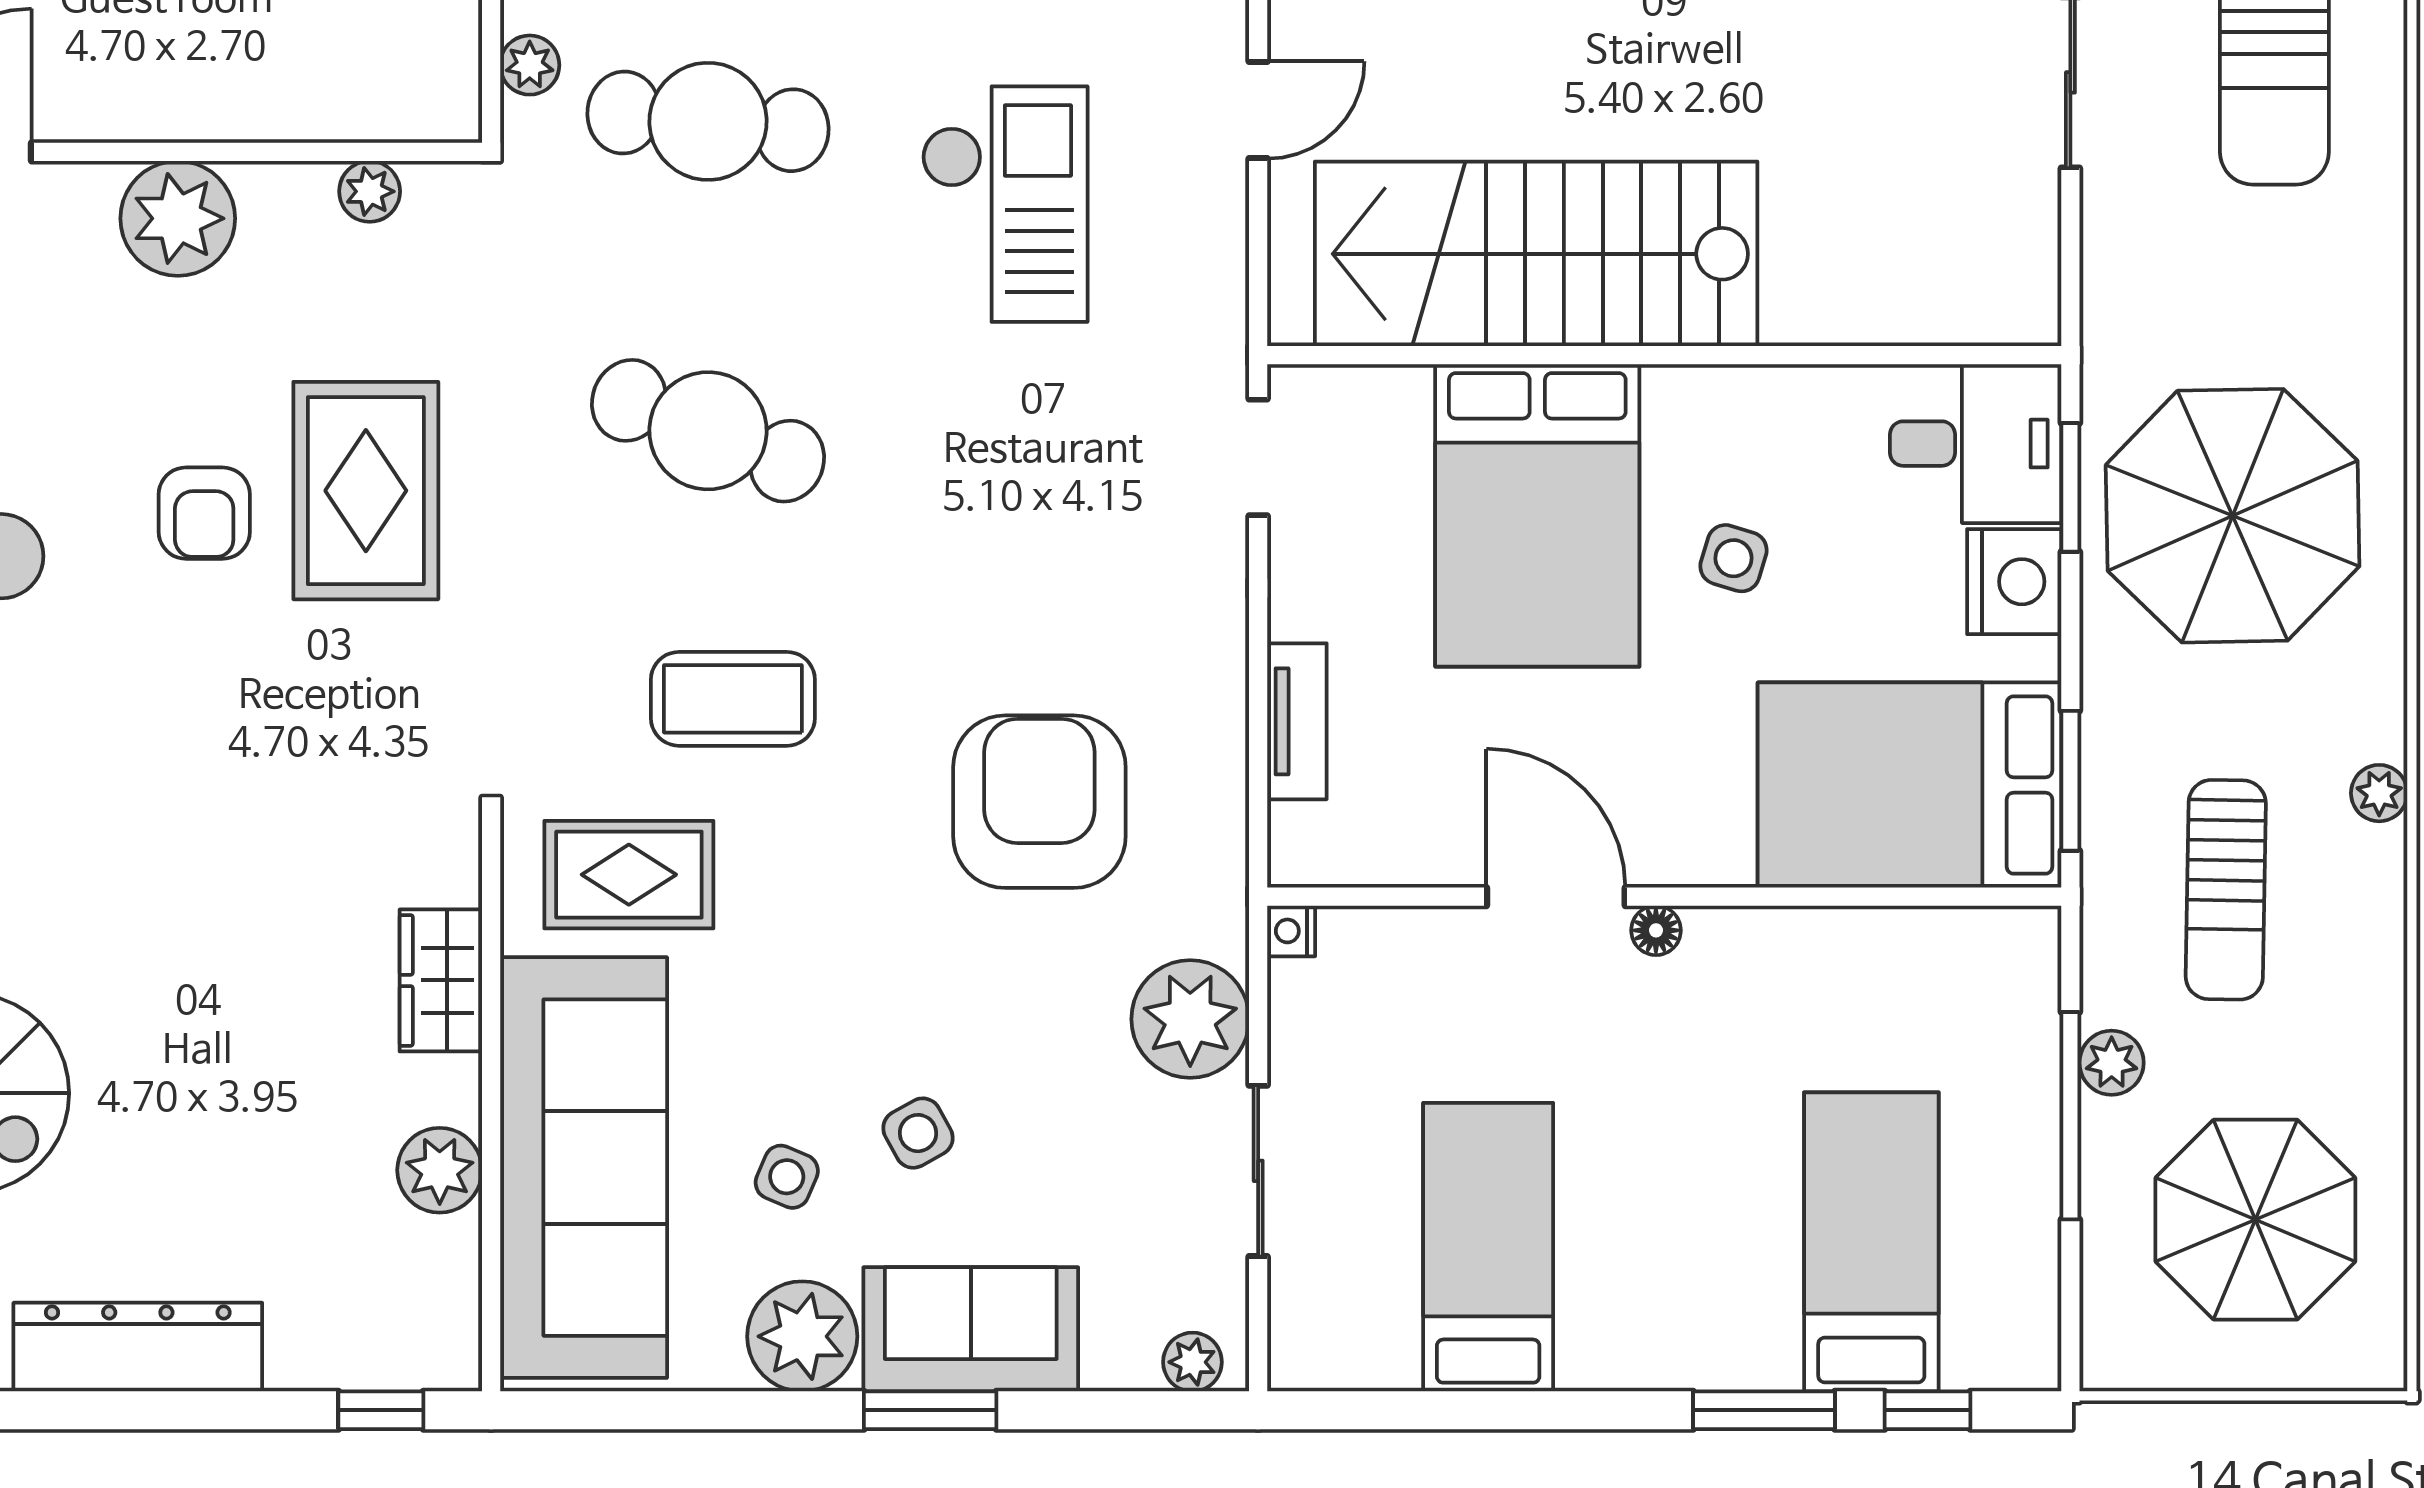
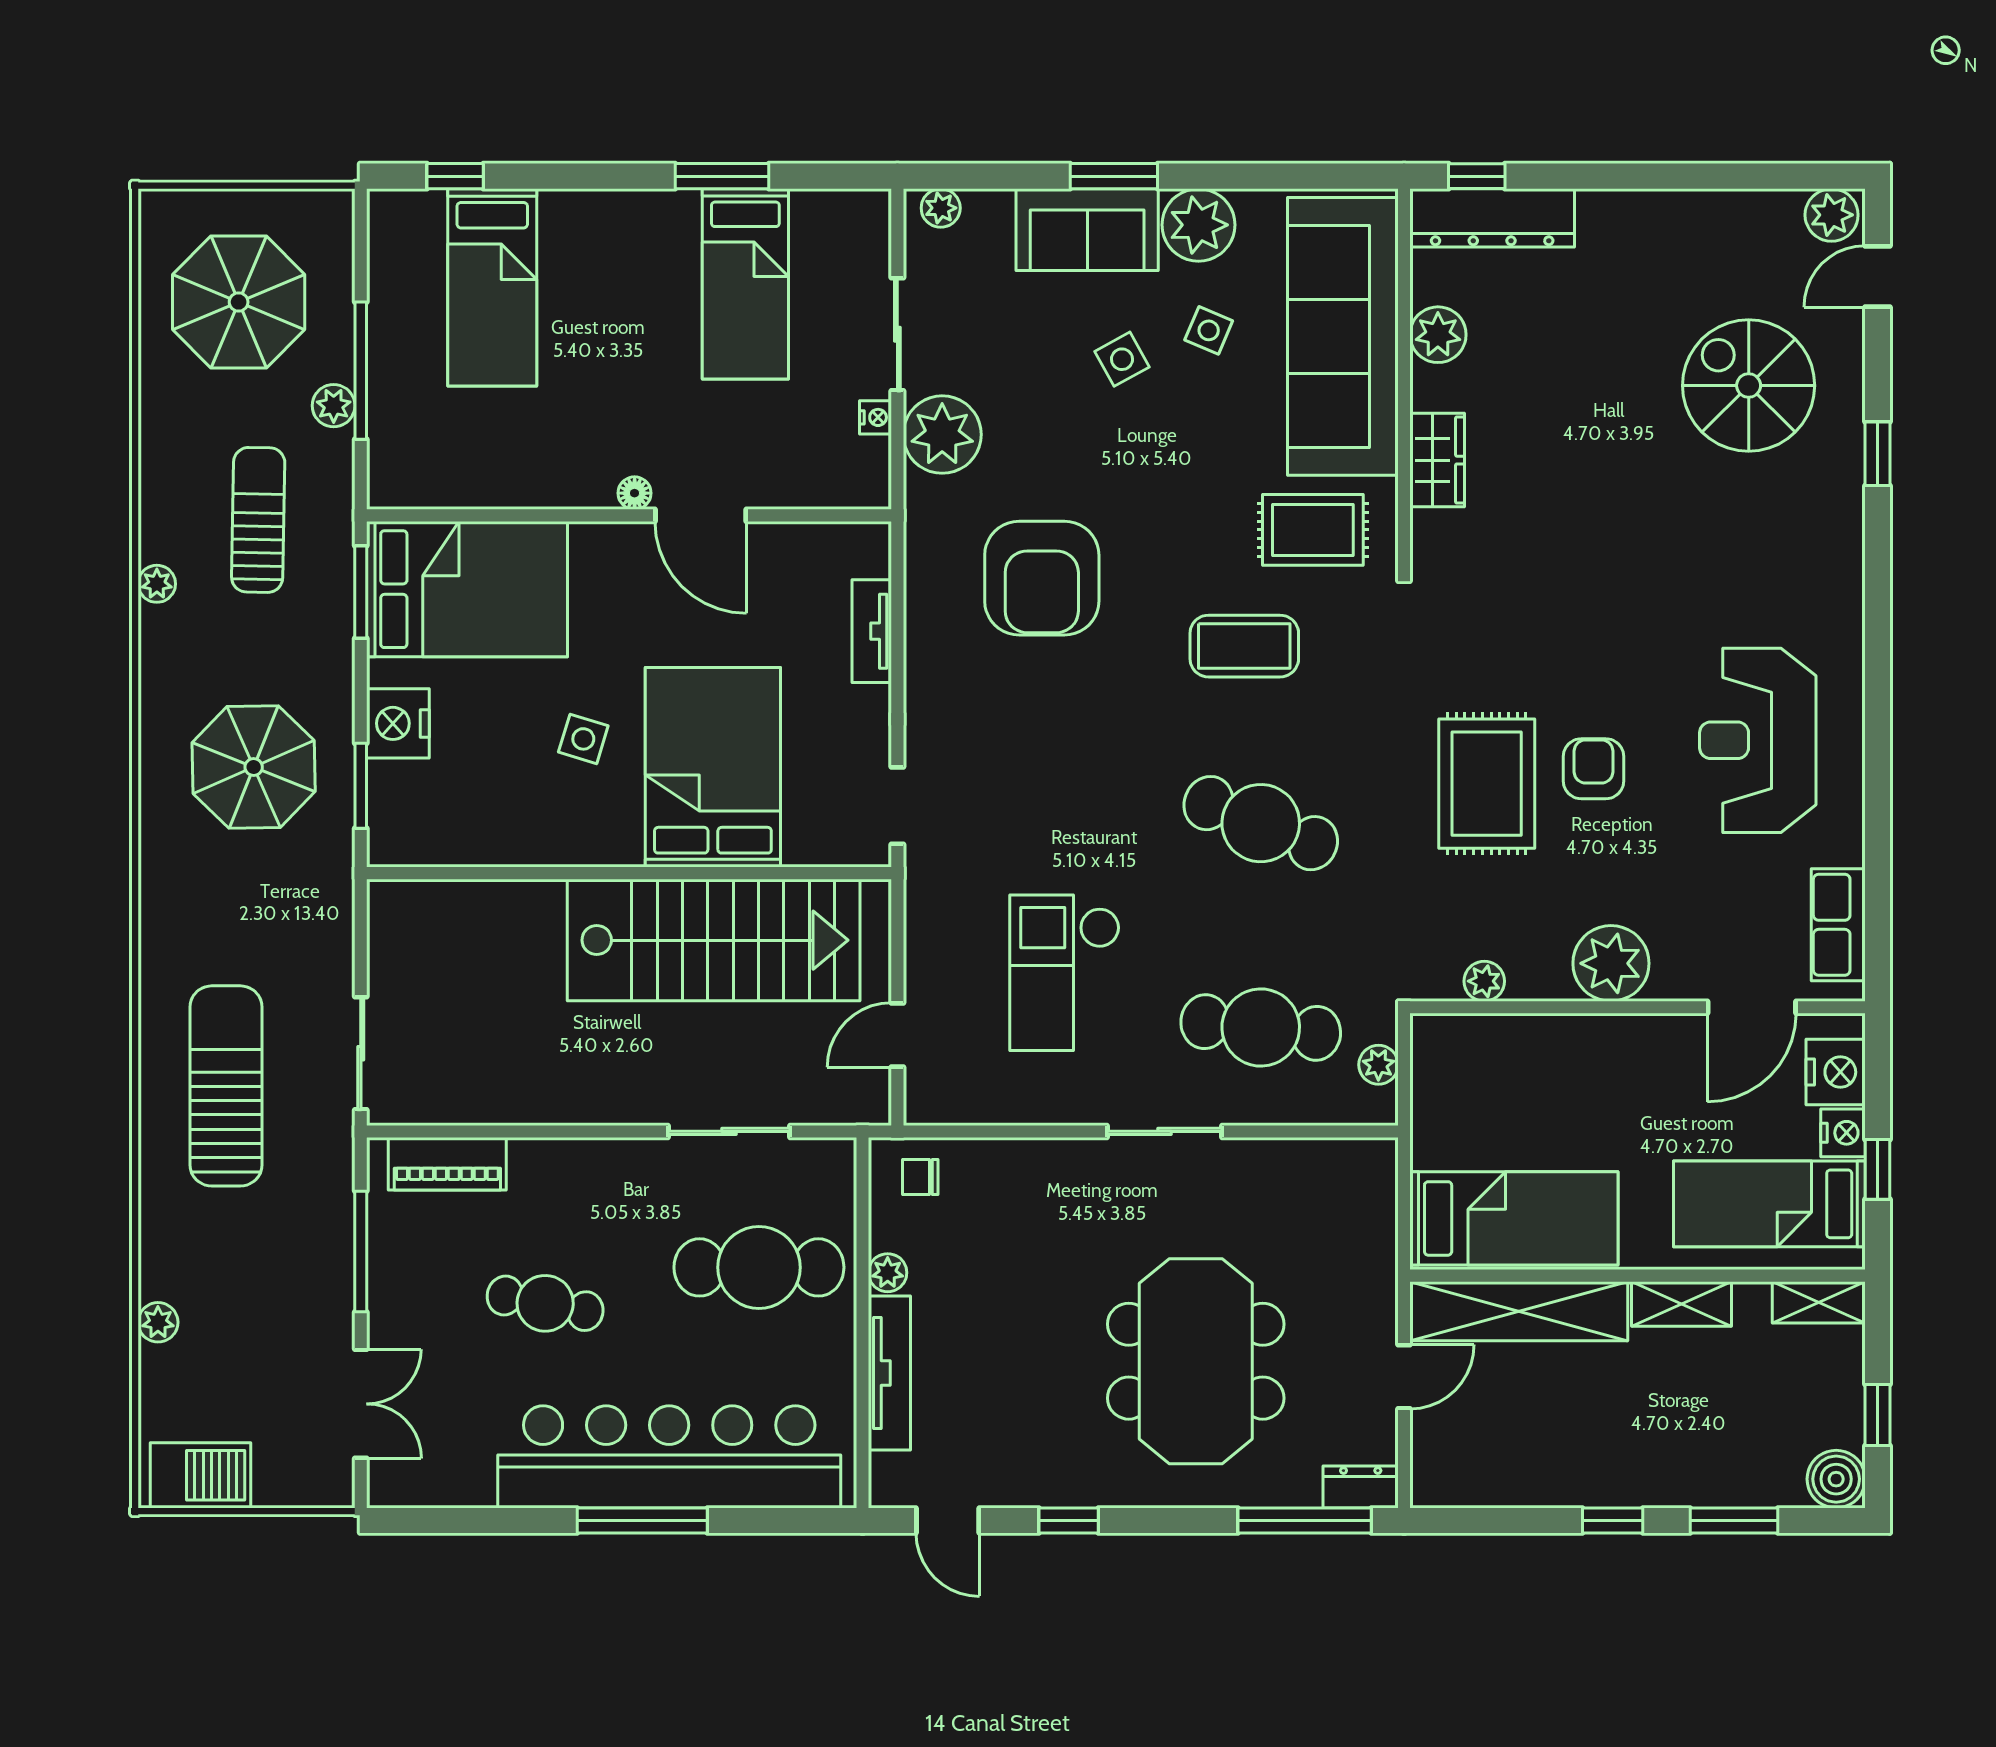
desk: (1976, 444) -> (423, 815), removed
parasol: (2233, 516) -> (254, 767), width x0.73, depth x0.73
nightstand: (1291, 931) -> (875, 417), moved
dresser: (138, 1347) -> (1492, 218), moved
window: (1764, 1410) -> (722, 176), moved

